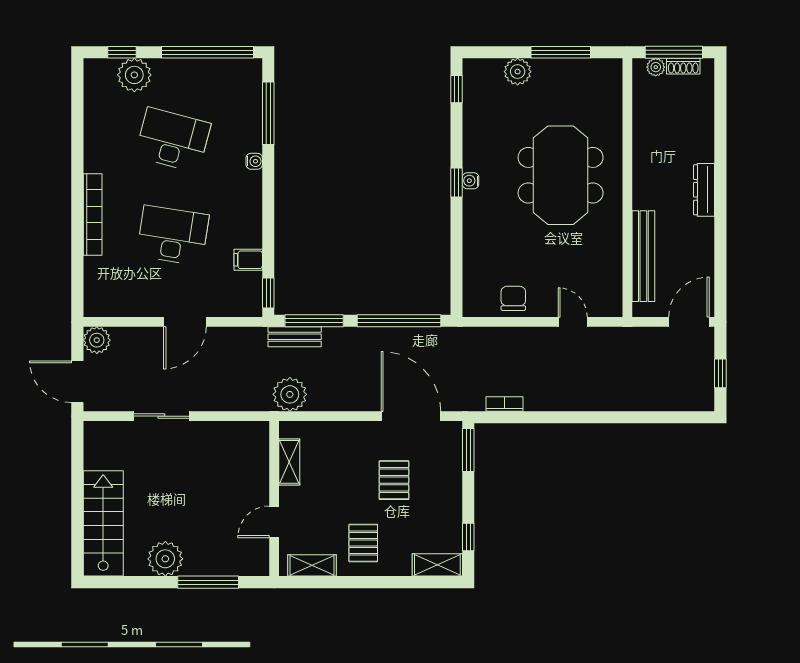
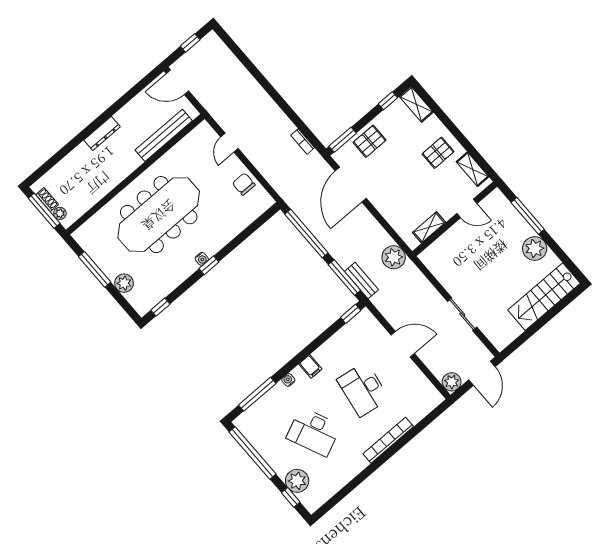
desk: (173, 140) -> (314, 432), turned -39
meeting table: (561, 175) -> (159, 215), width x1.36
filing cabinet: (248, 260) -> (310, 366), moved
chair: (513, 298) -> (244, 184), turned 90
pallet: (394, 480) -> (370, 141), moved

